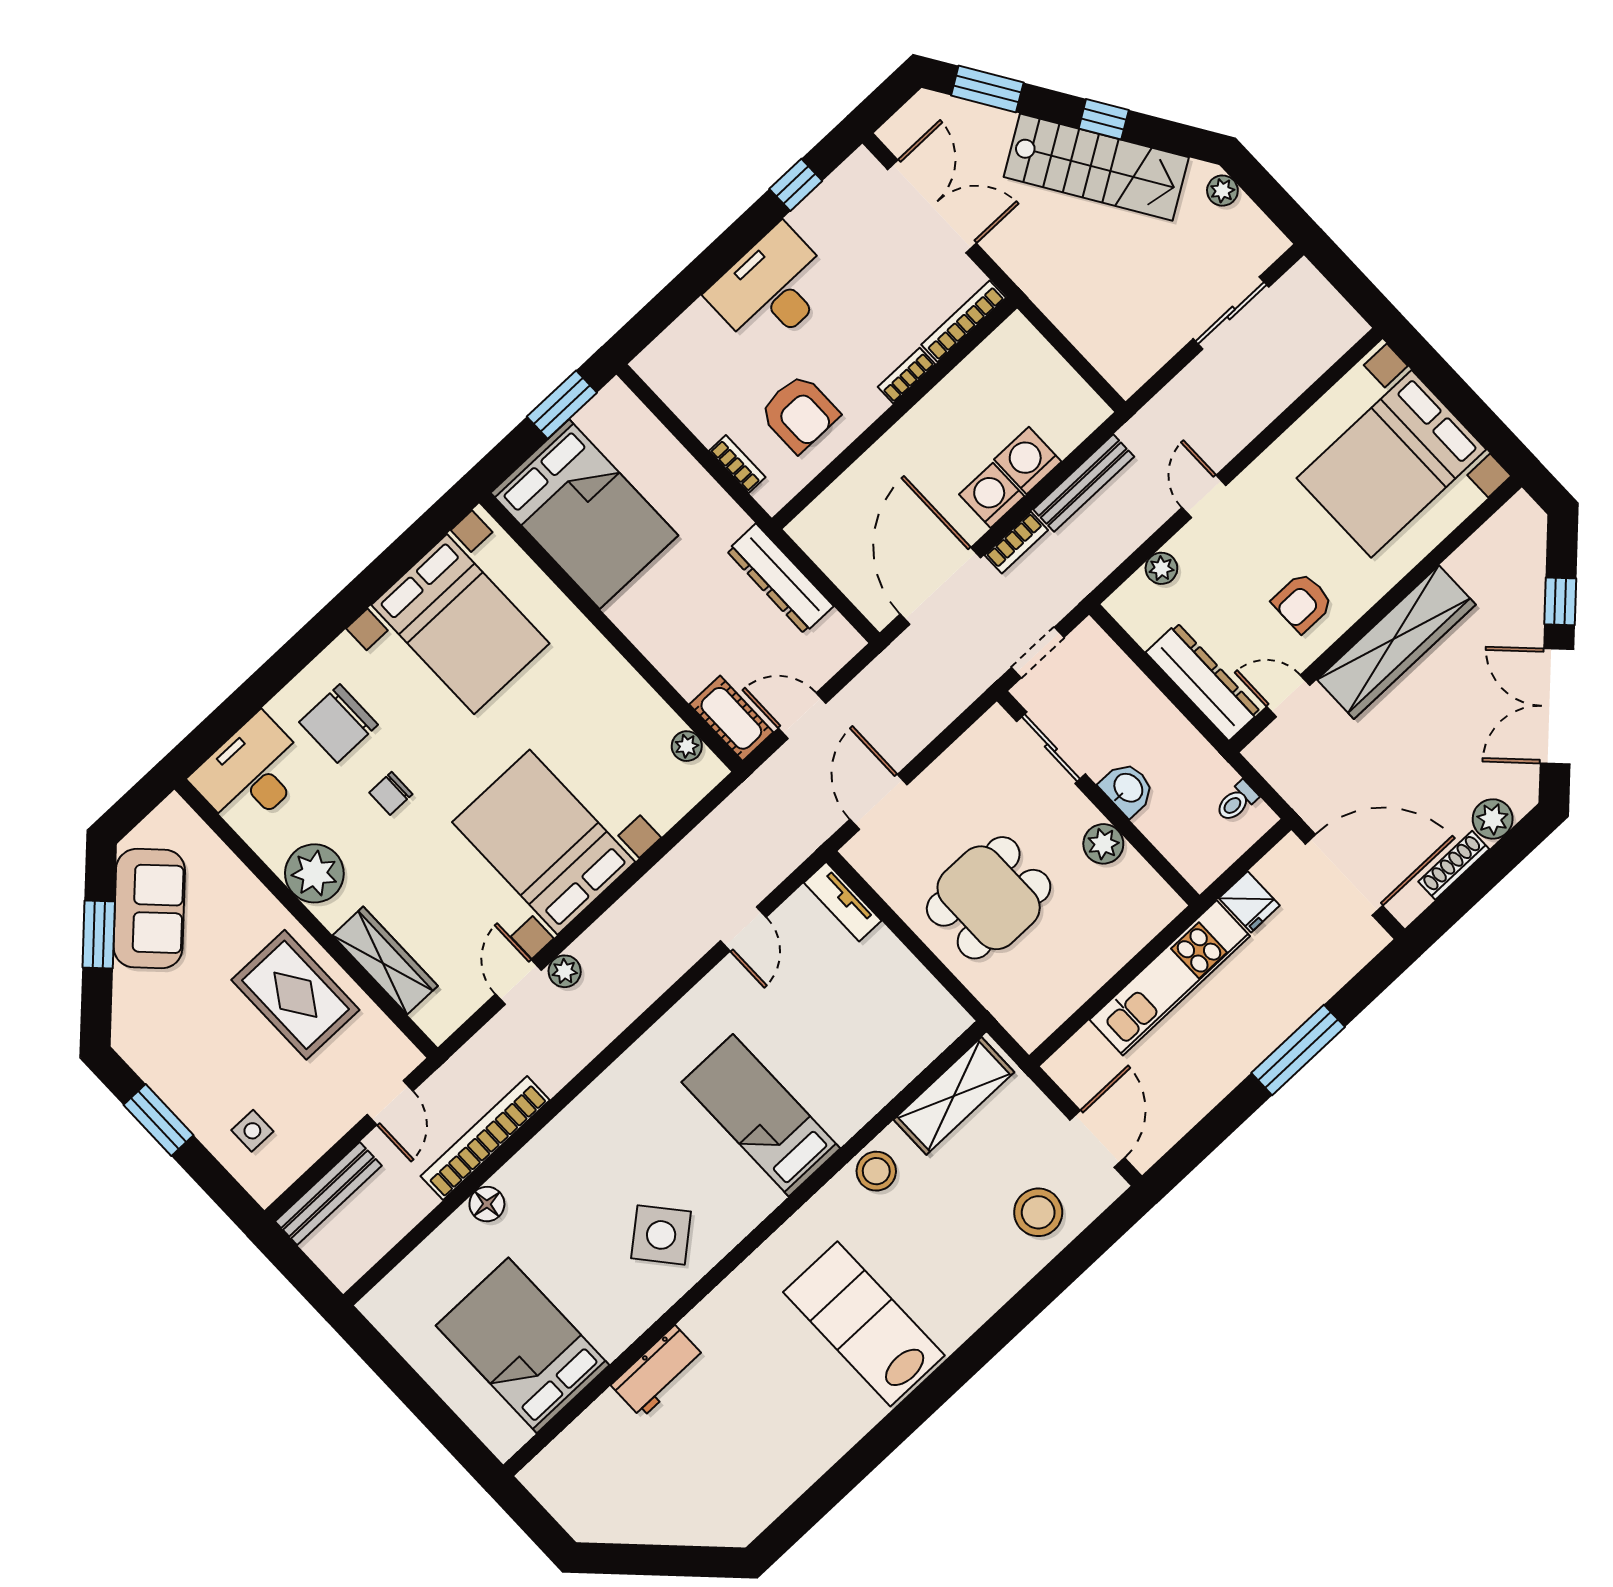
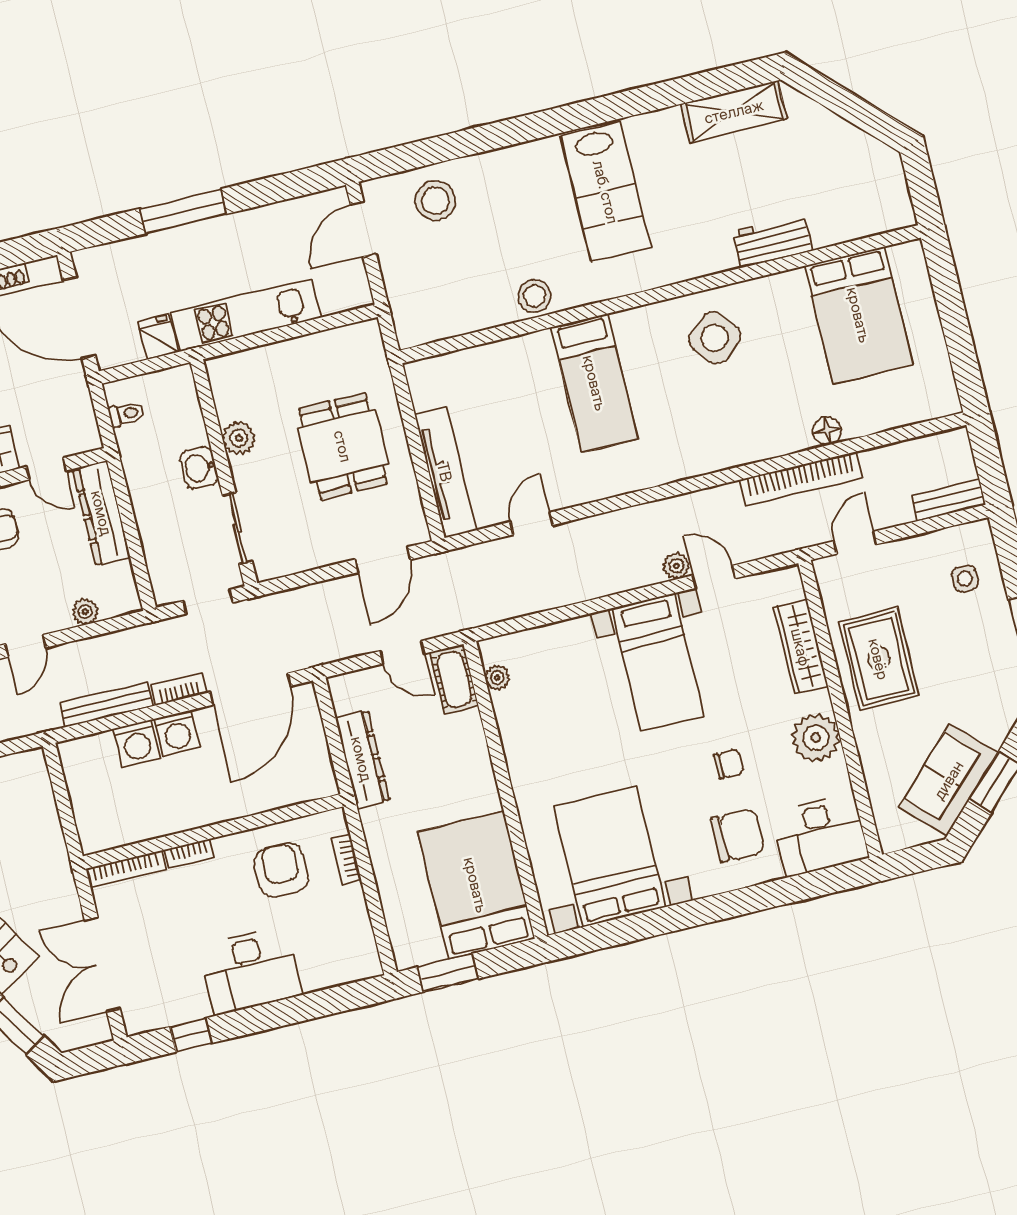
bed with nightstands: (544, 842) -> (658, 662), width x0.73
dining table: (989, 898) -> (343, 446), turned 90
tv unit: (843, 902) -> (445, 472), width x1.92, depth x1.29
door: (518, 982) -> (714, 577), swing flipped
shelving: (954, 1096) -> (734, 111), moved
bench: (328, 1193) -> (948, 500), width x0.73

